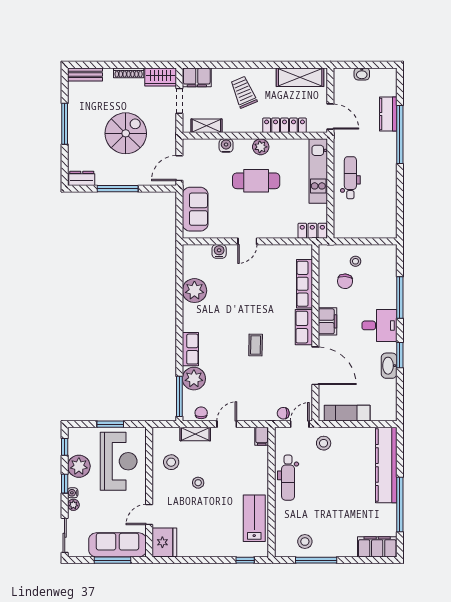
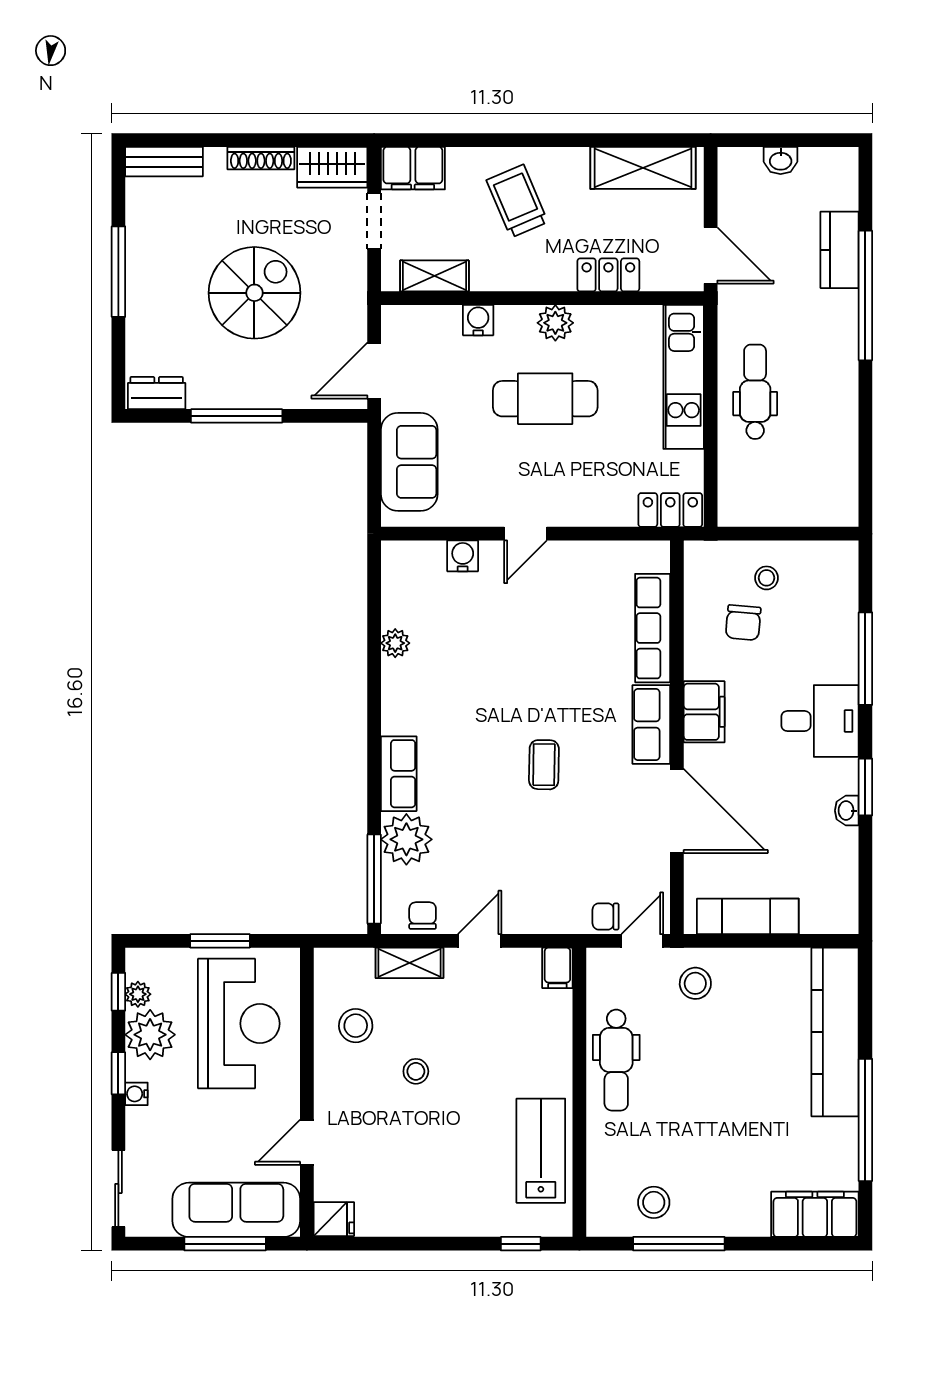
locker: (285, 125) -> (608, 275), width x0.66
plant: (194, 291) -> (395, 643), width x0.53, depth x0.53
washbasin: (389, 366) -> (847, 811), width x0.52, depth x0.69
plant: (73, 505) -> (138, 994), moved
fridge: (164, 542) -> (334, 1219), width x0.53, depth x0.75

